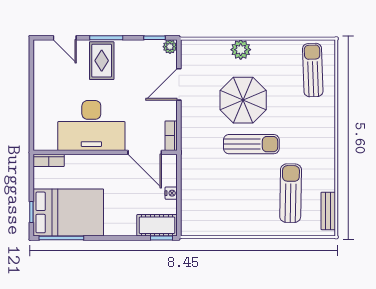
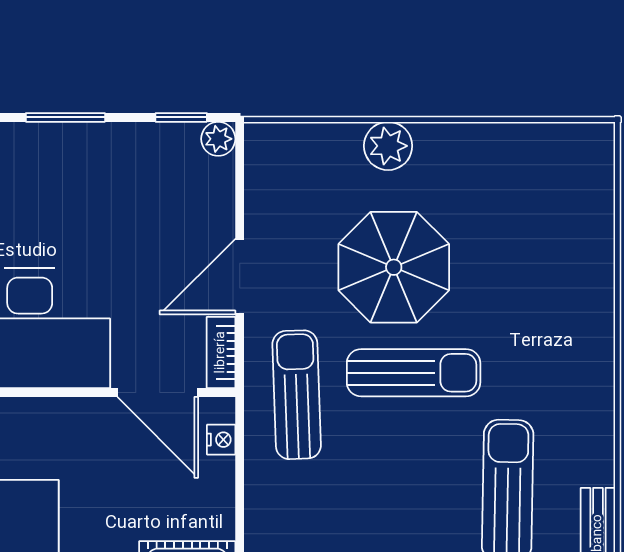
rug: (102, 61) -> (54, 172), removed
sun lounger: (313, 70) -> (297, 395), moved
door: (179, 84) -> (240, 277), moved
nightstand: (171, 193) -> (221, 440), moved

